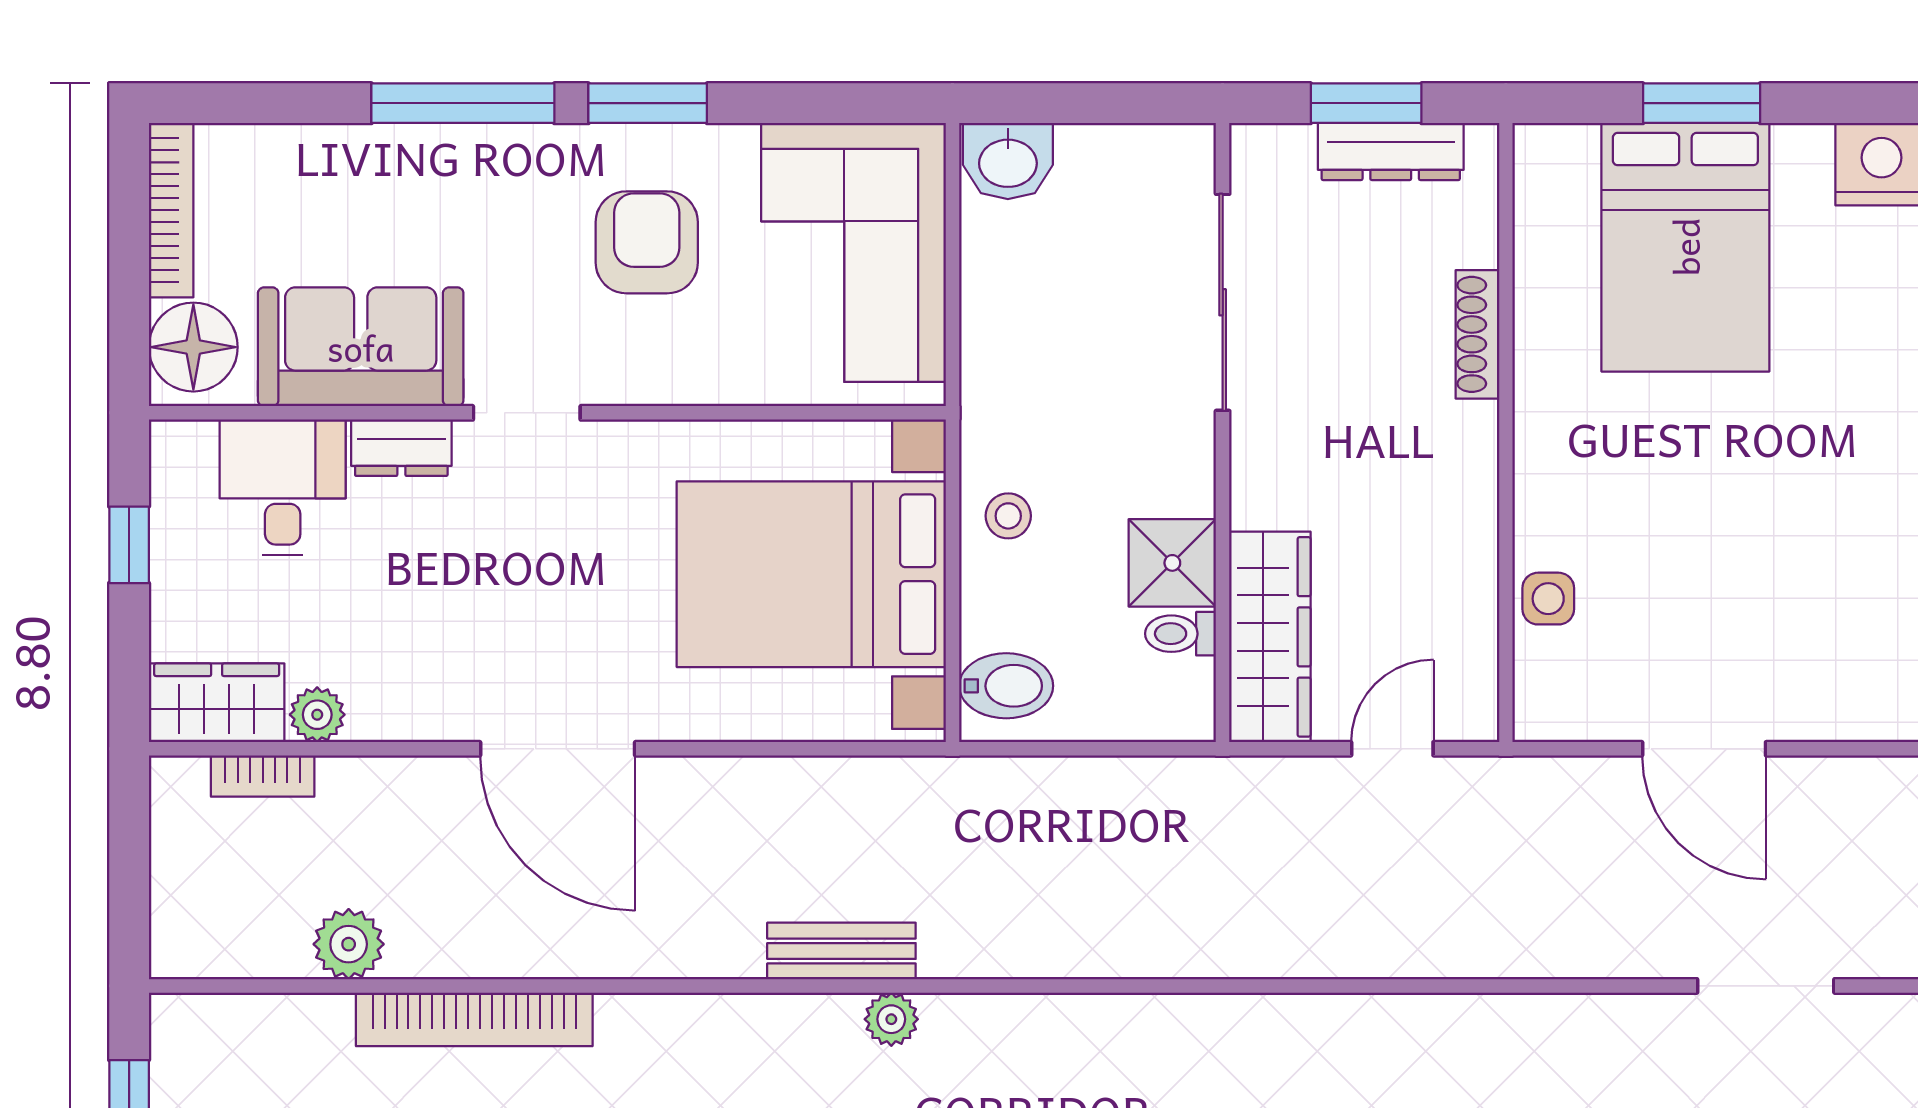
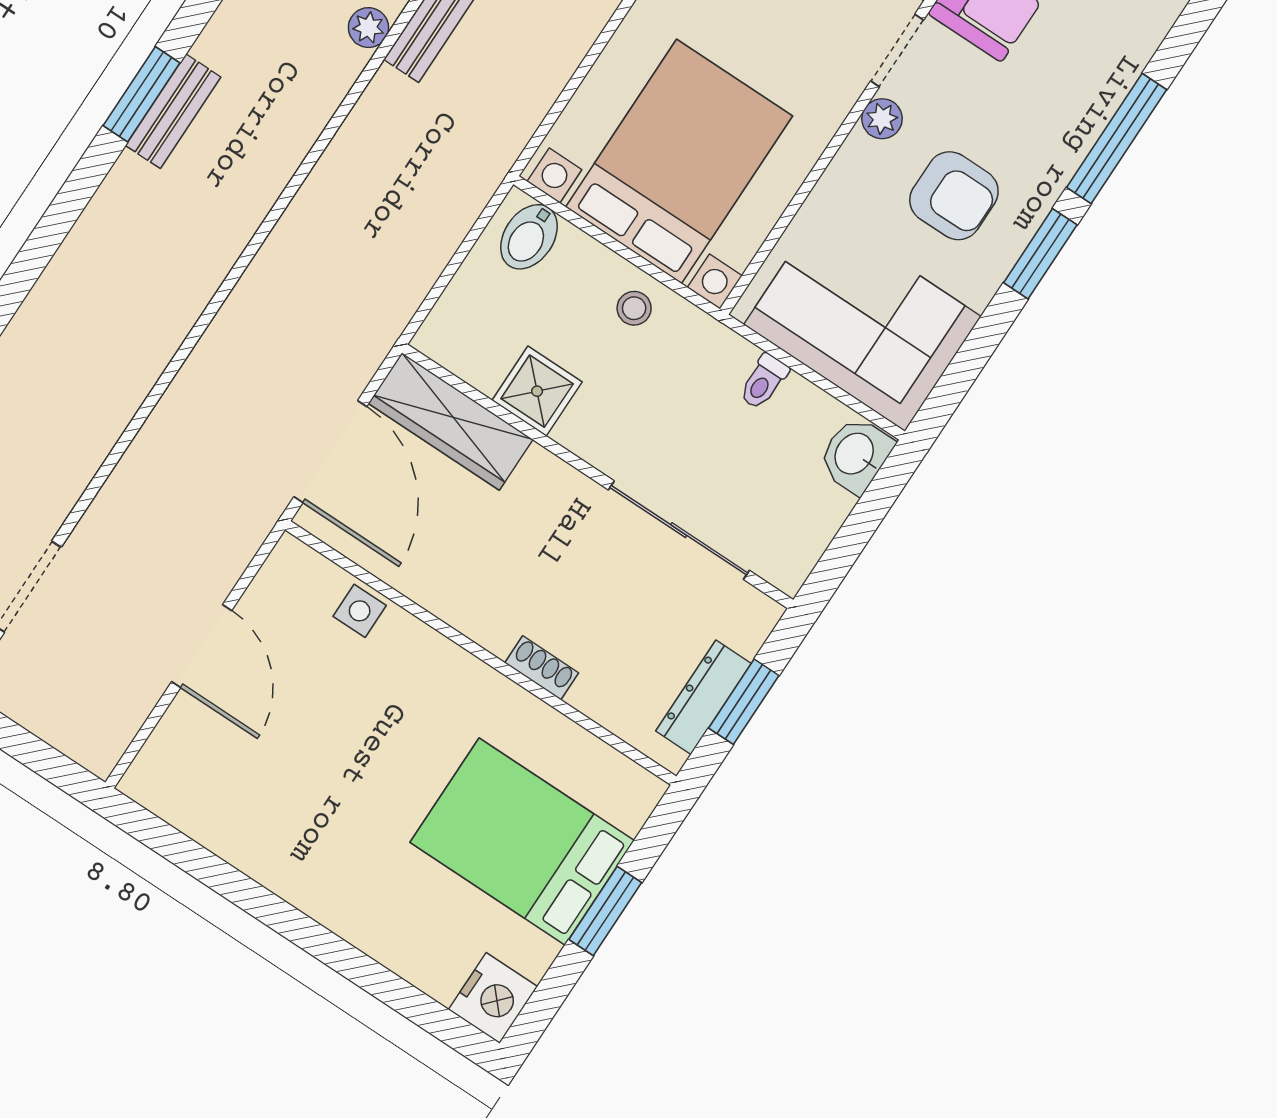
shoe rack: (1477, 334) -> (542, 668), width x0.70
plant: (614, 379) -> (882, 119), added
toilet: (1181, 634) -> (764, 382), moved, turned 180
door: (1392, 749) -> (330, 452), width x1.88
door: (1704, 749) -> (202, 646), swing flipped

